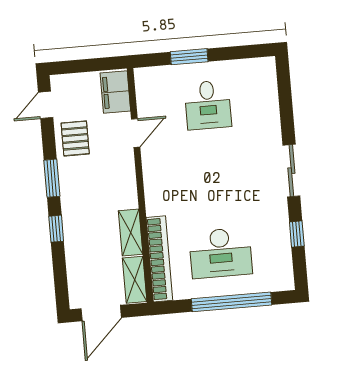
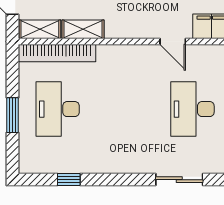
desk: (208, 105) -> (192, 109), width x1.37
sliding door: (291, 171) -> (179, 180), moved
window: (231, 302) -> (12, 115), width x0.47

